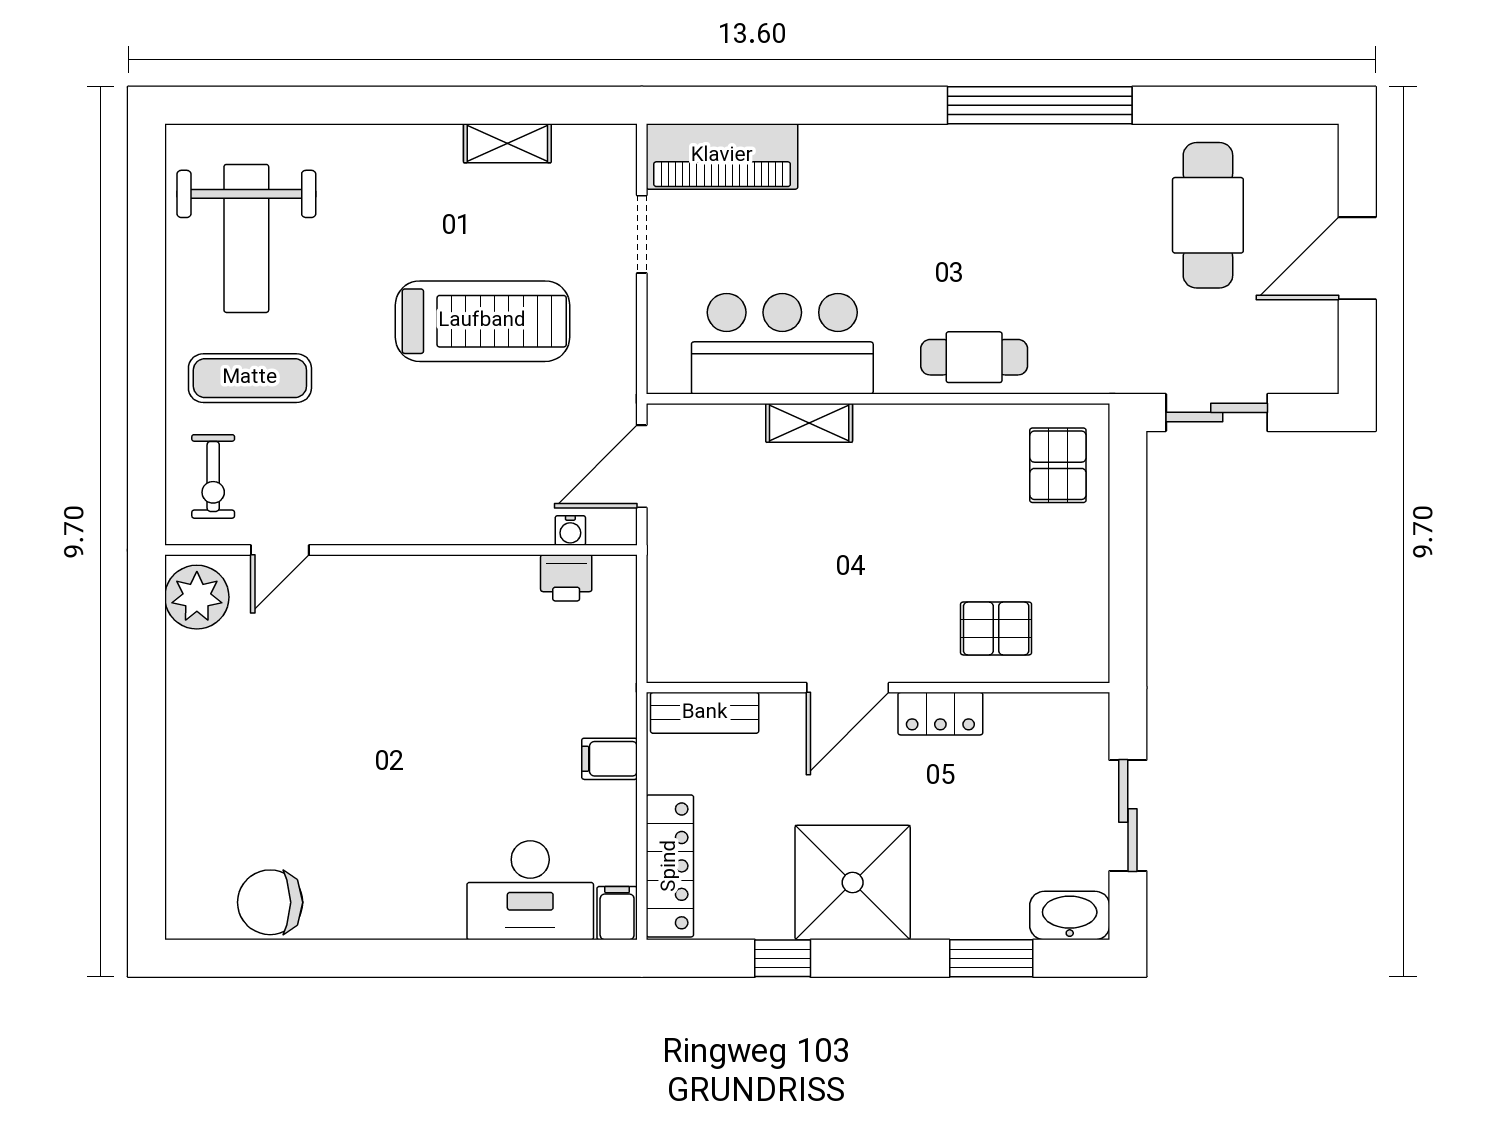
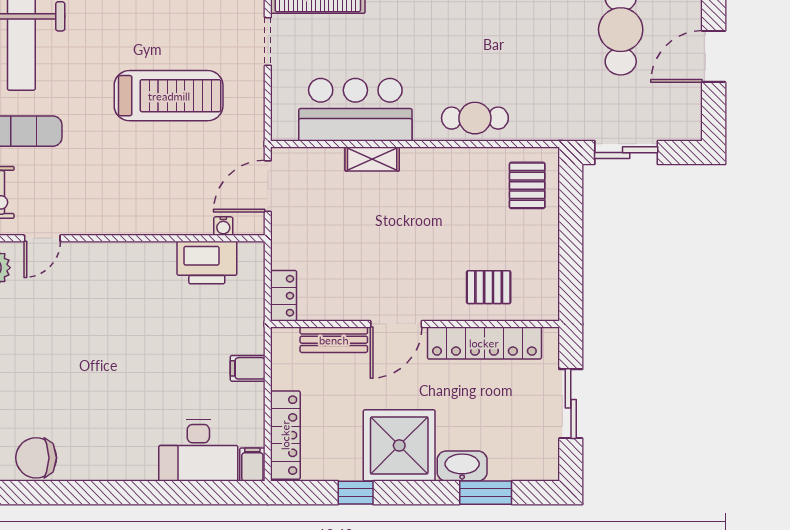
printer: (566, 578) -> (207, 263), width x1.87, depth x1.48
locker: (667, 642) -> (284, 296), added
bench: (705, 713) -> (334, 340), moved
locker: (940, 714) -> (484, 343), width x2.16, depth x1.21
washbasin: (1070, 916) -> (462, 466), moved

